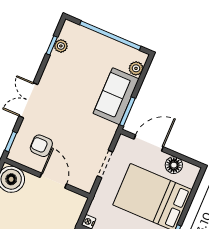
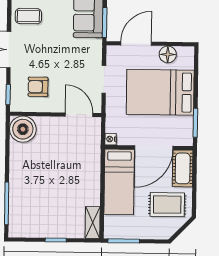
coffee table: (59, 77) -> (28, 16), added
door: (53, 181) -> (79, 115), moved

